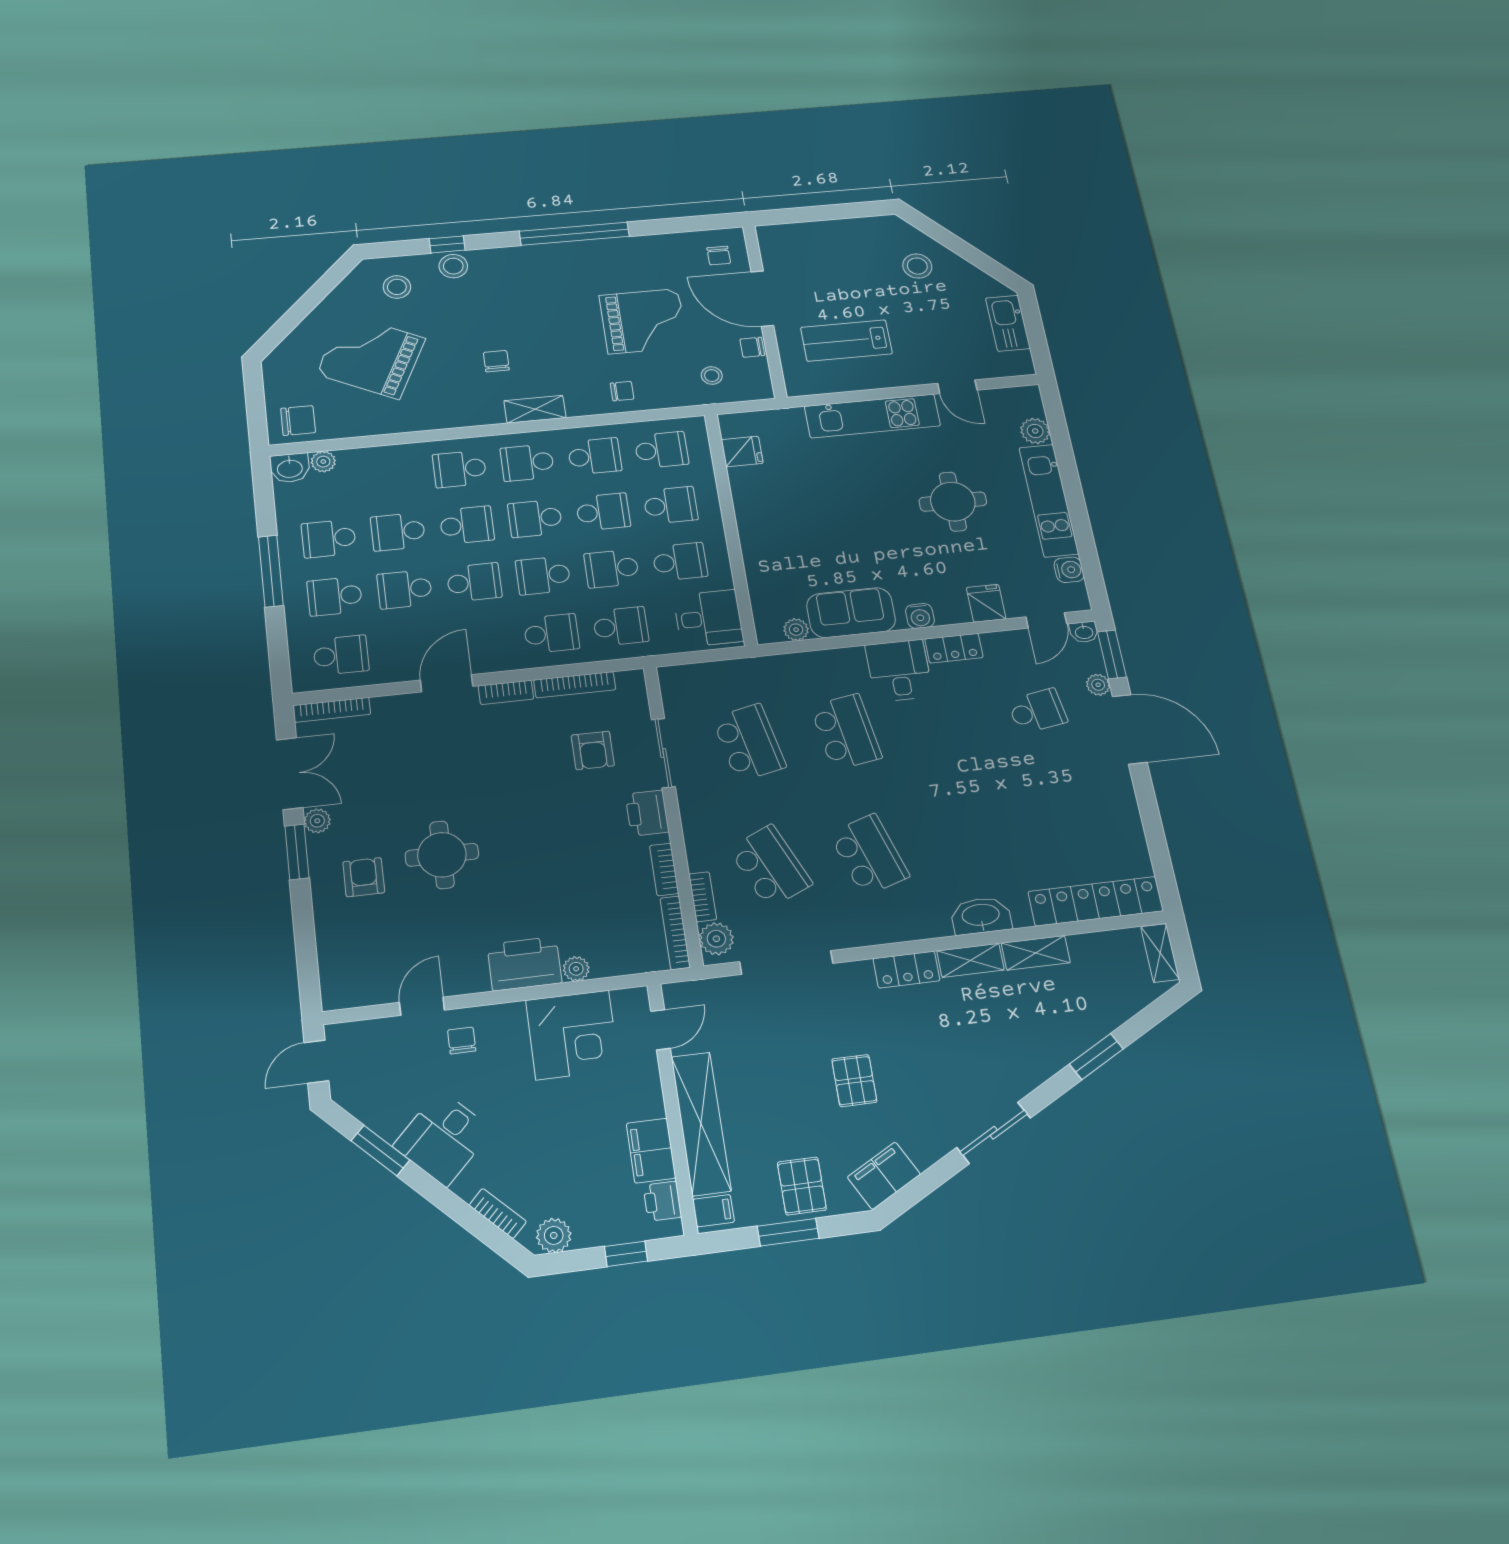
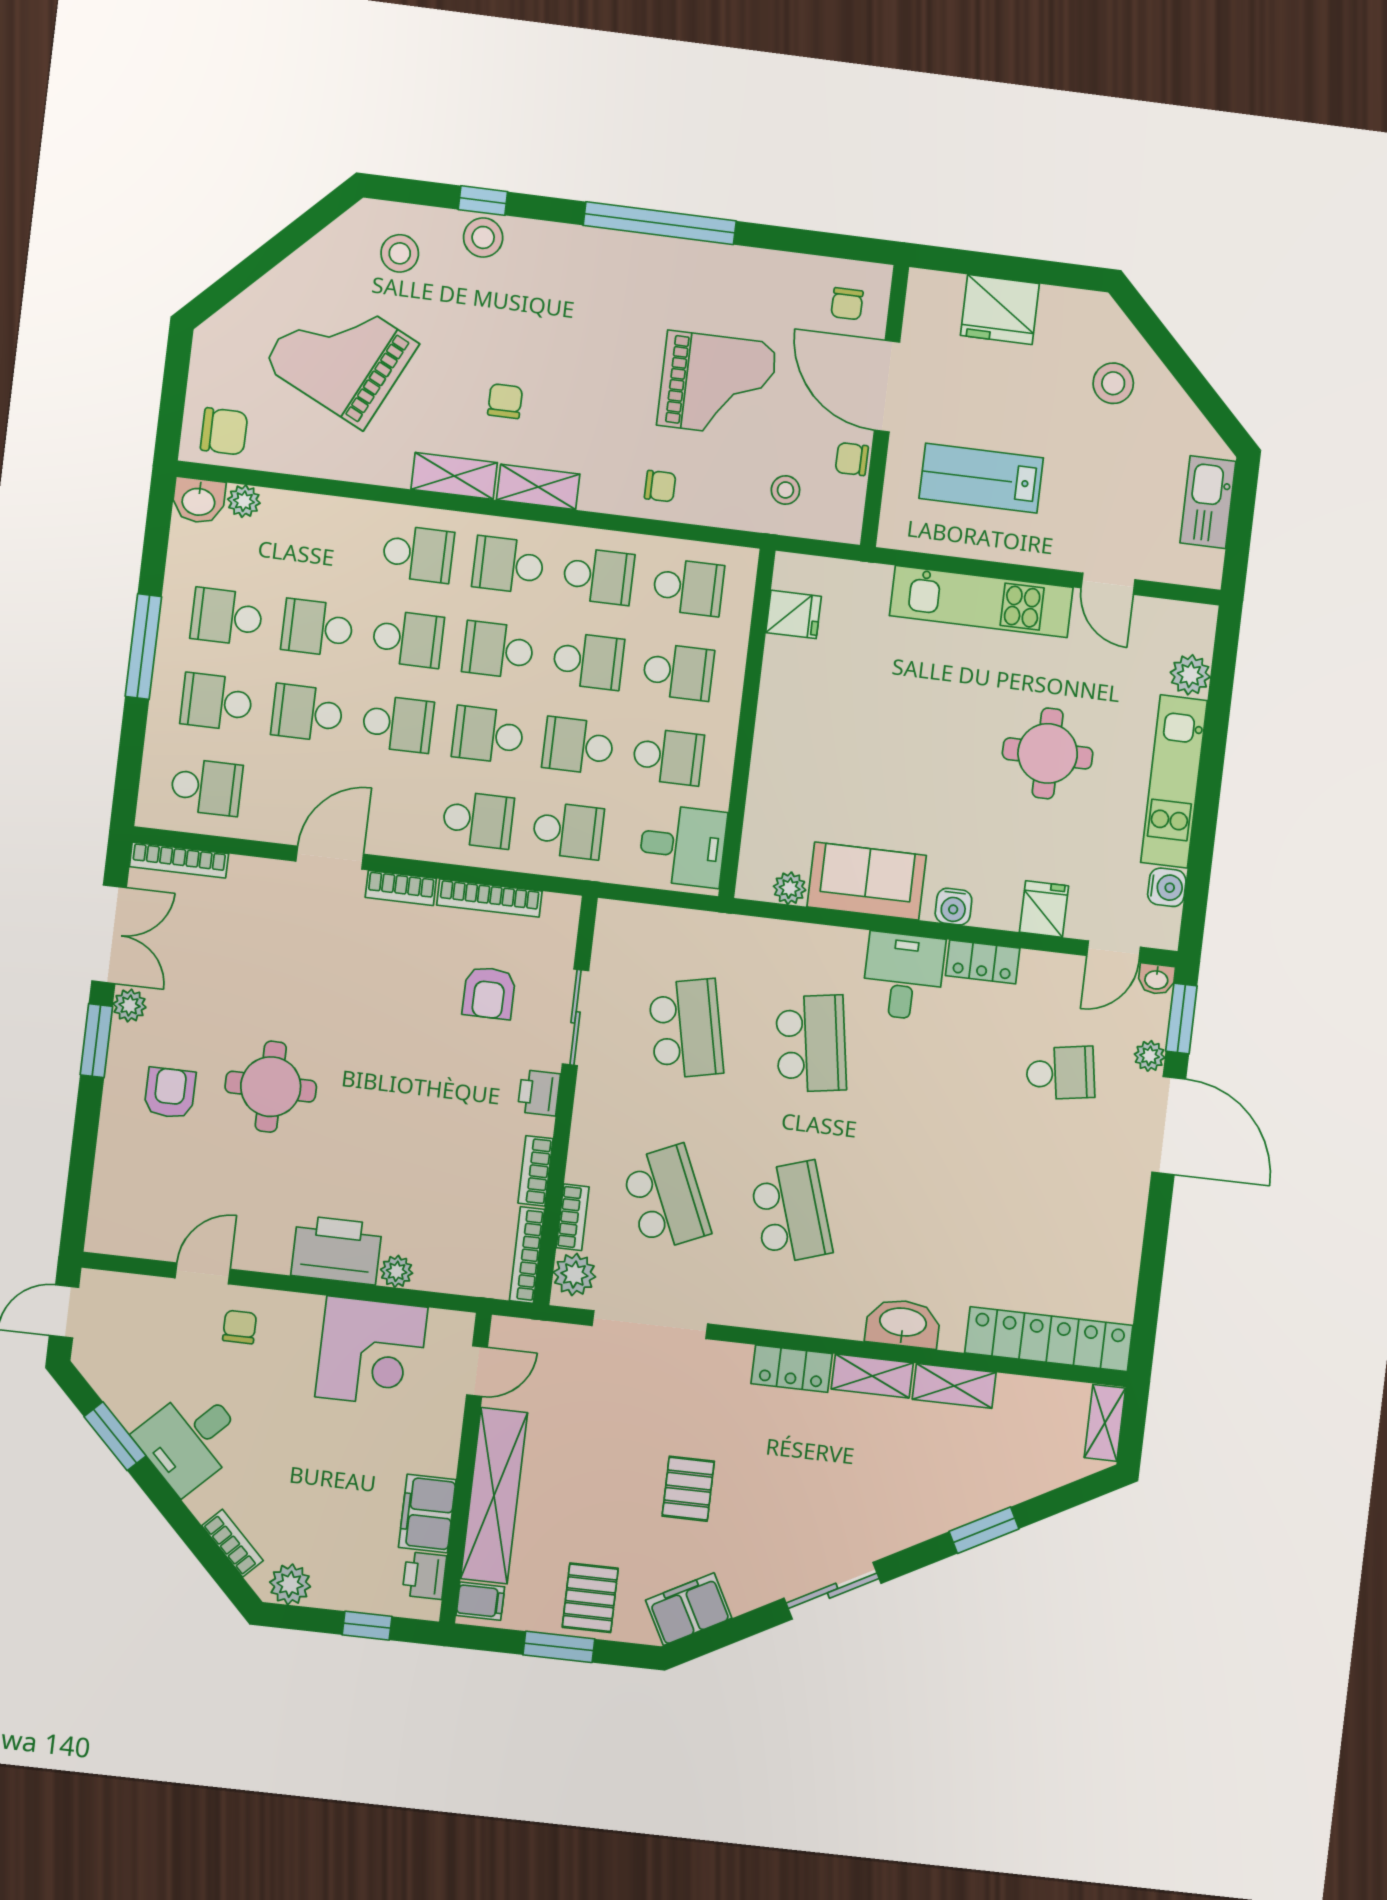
fridge: (825, 238) -> (1000, 310), added
shelving: (473, 415) -> (454, 476), added
school desk: (460, 469) -> (418, 554), turned 180
printer: (647, 813) -> (539, 1093), width x0.73, depth x0.81

